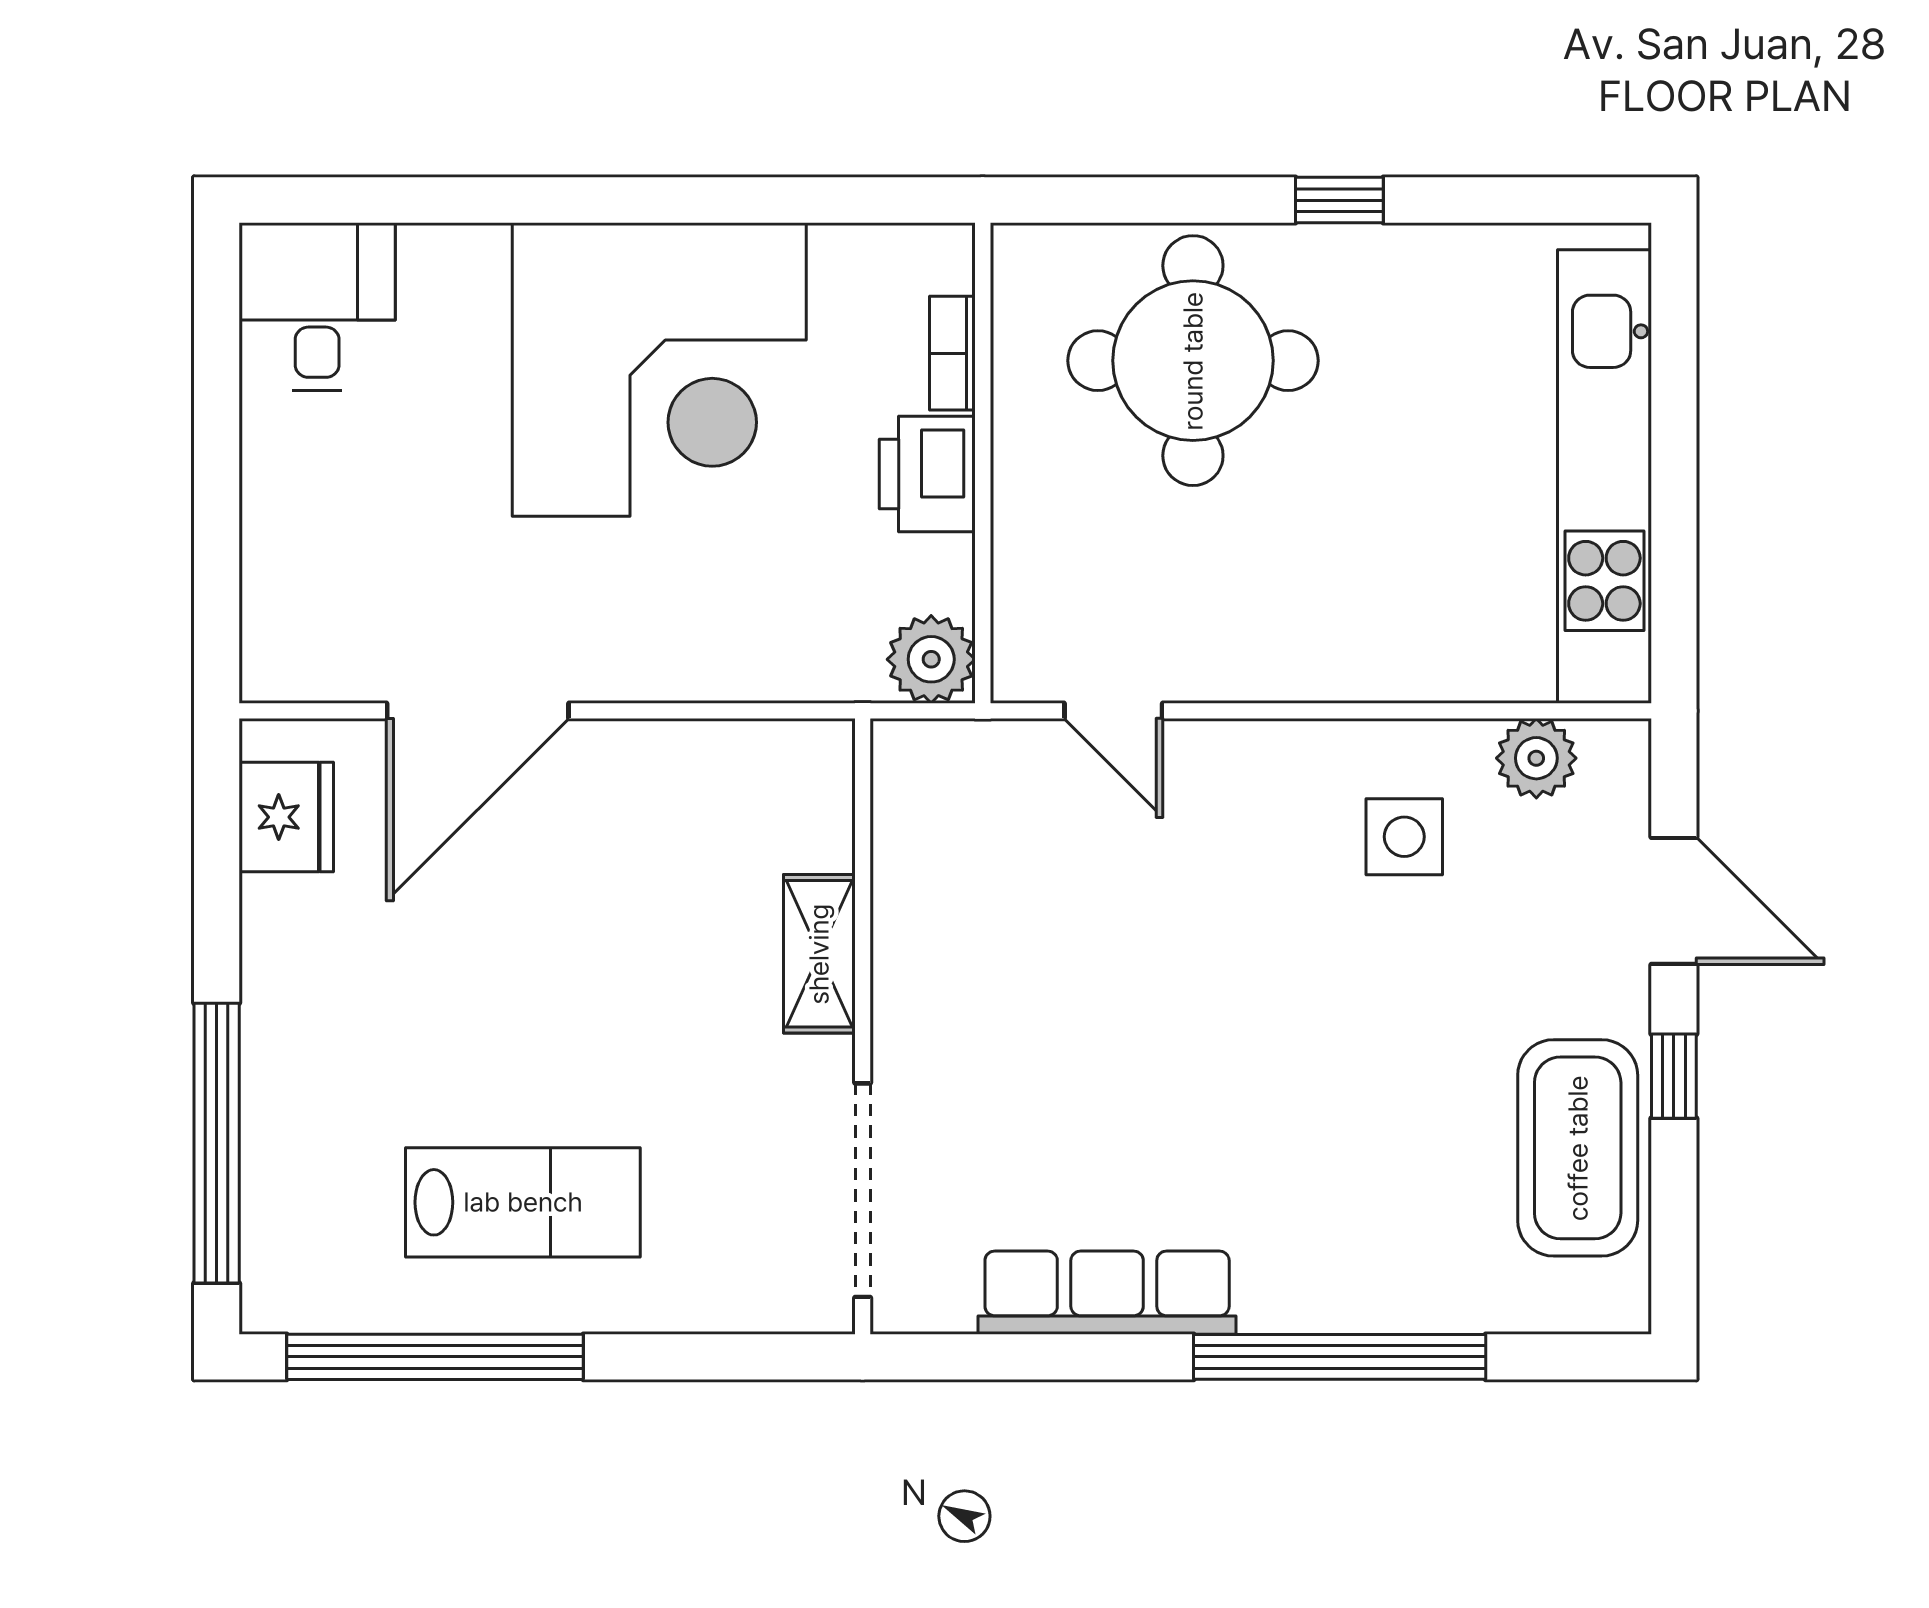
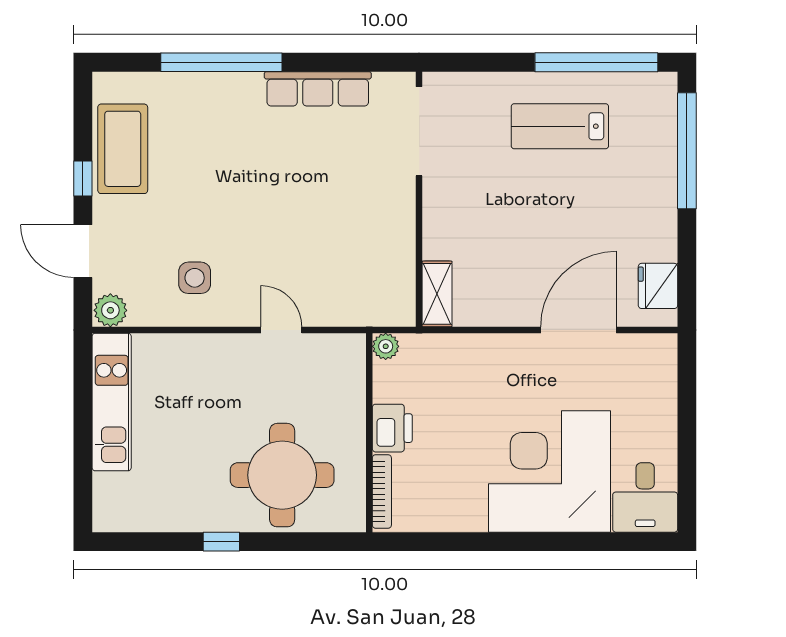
bookcase: (952, 353) -> (382, 491), width x1.56
corner desk: (659, 369) -> (549, 471), moved
kitchen unit: (1604, 476) -> (112, 402), width x0.73
plant: (931, 659) -> (386, 346), width x0.73, depth x0.73
door: (1113, 711) -> (281, 330), moved
plant: (1536, 758) -> (110, 310), moved
shelving: (819, 954) -> (437, 294), moved

